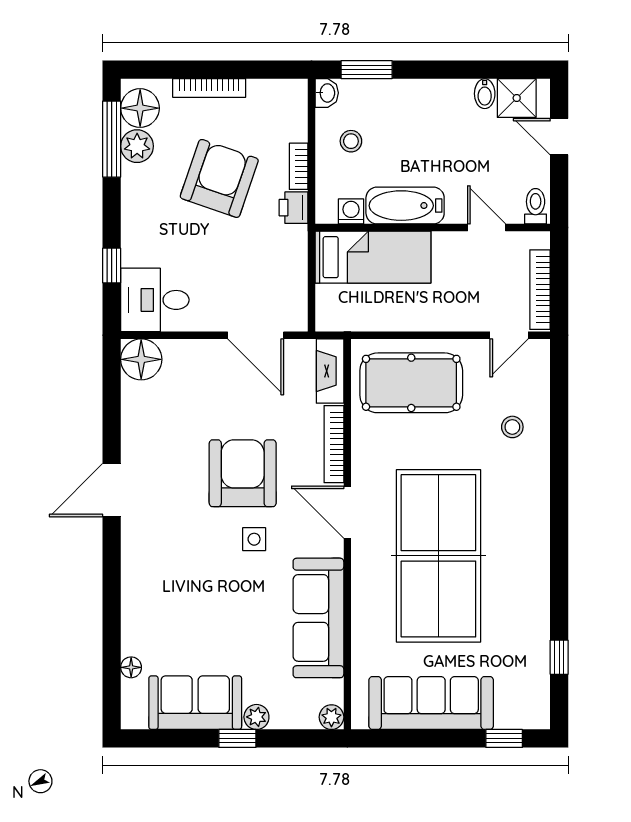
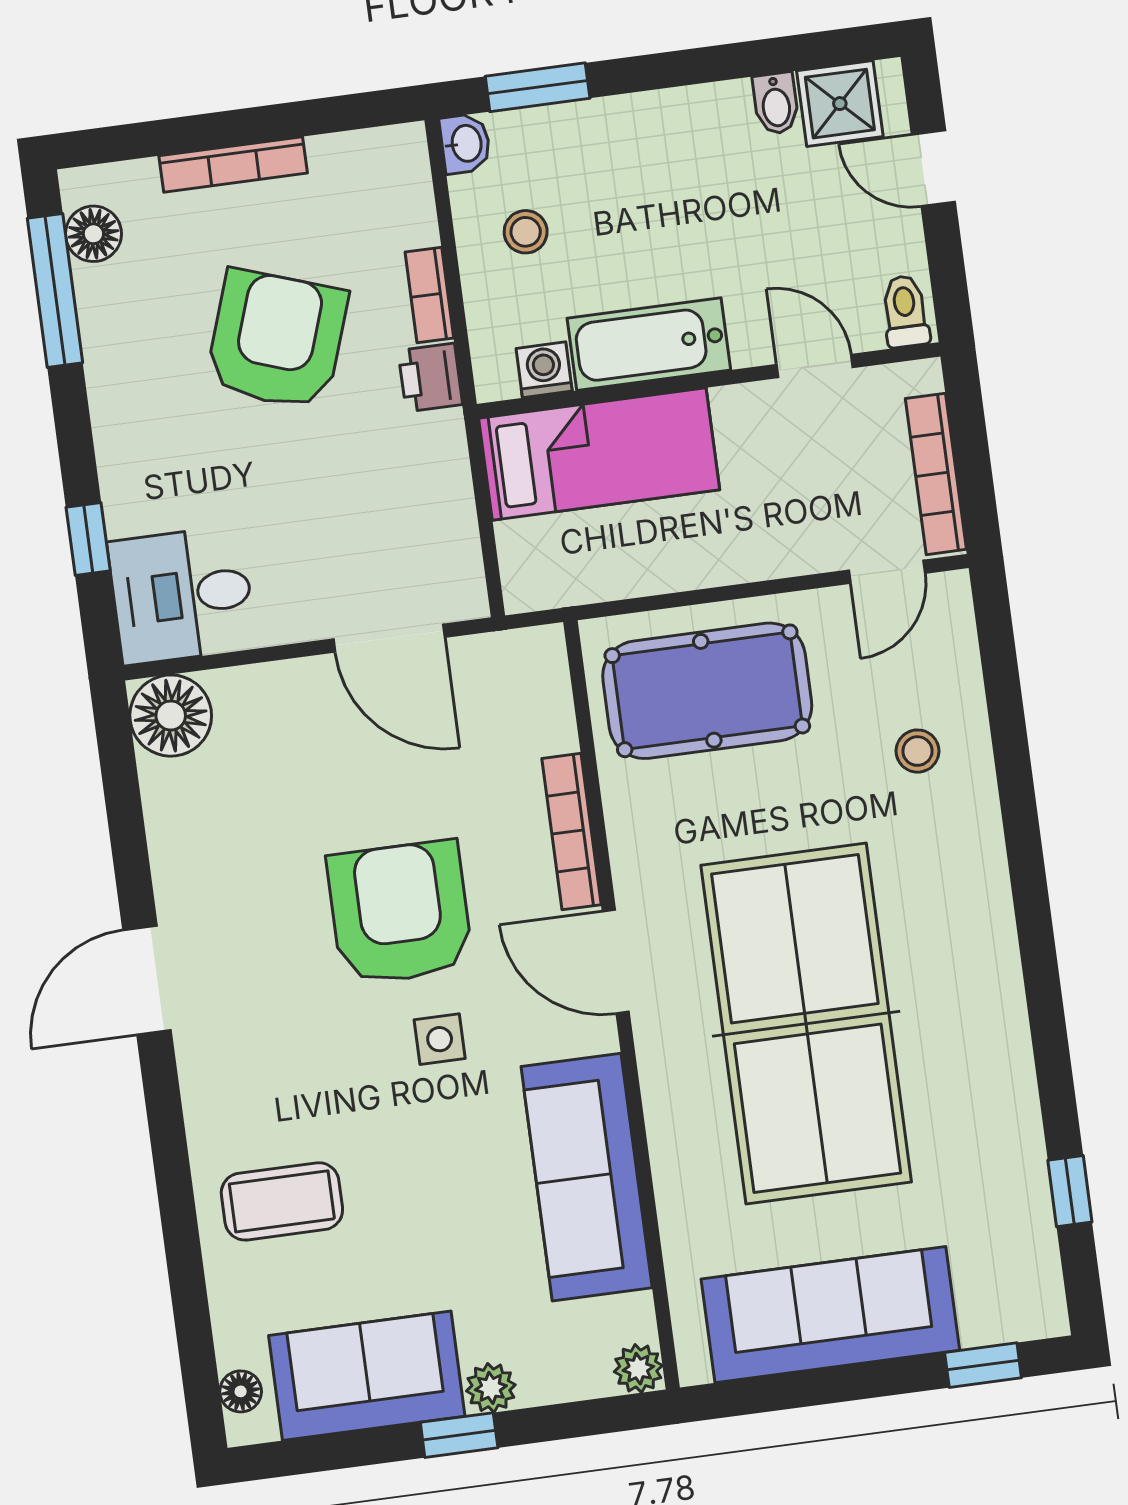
floor lamp: (140, 108) -> (93, 234), width x0.73, depth x0.73
plant: (137, 146) -> (107, 298), removed
fireplace: (330, 371) -> (545, 689), removed
coffee table: (164, 610) -> (282, 1201), added
floor lamp: (131, 667) -> (241, 1391), moved

